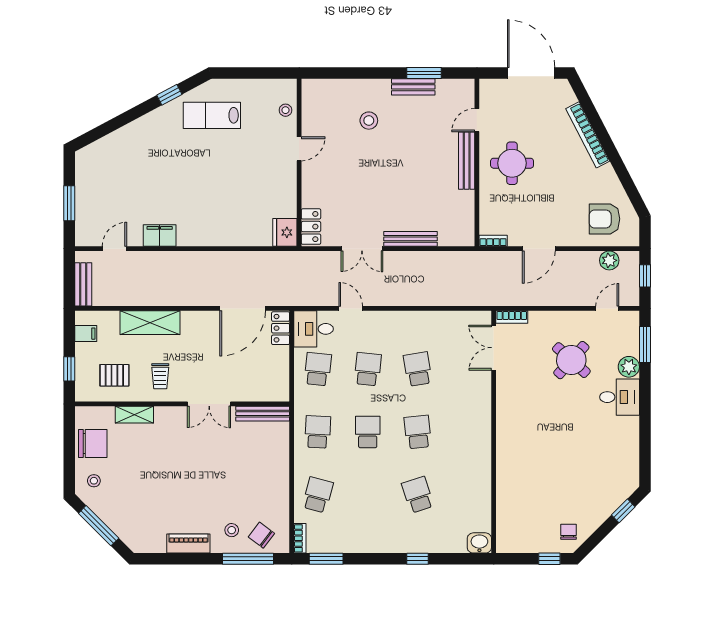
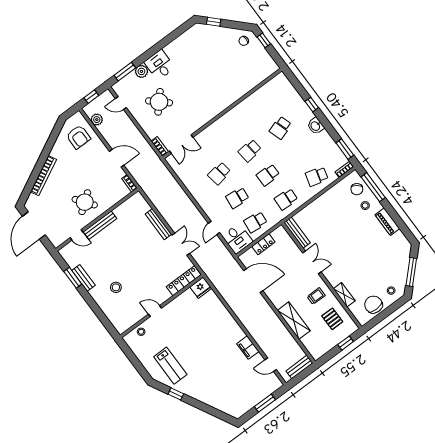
round table: (512, 163) -> (85, 202), turned -37
locker: (311, 227) -> (184, 281), width x1.53
locker: (281, 328) -> (263, 244), moved
filing cabinet: (86, 334) -> (322, 348), removed
washbasin: (479, 543) -> (316, 126), moved

